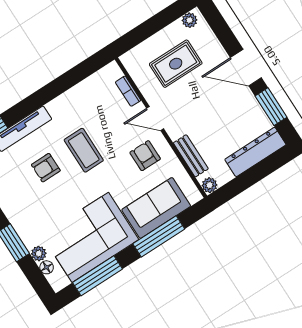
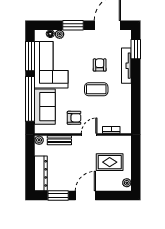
rug: (176, 64) -> (110, 162), turned 90
window: (159, 236) -> (30, 99), width x1.46

